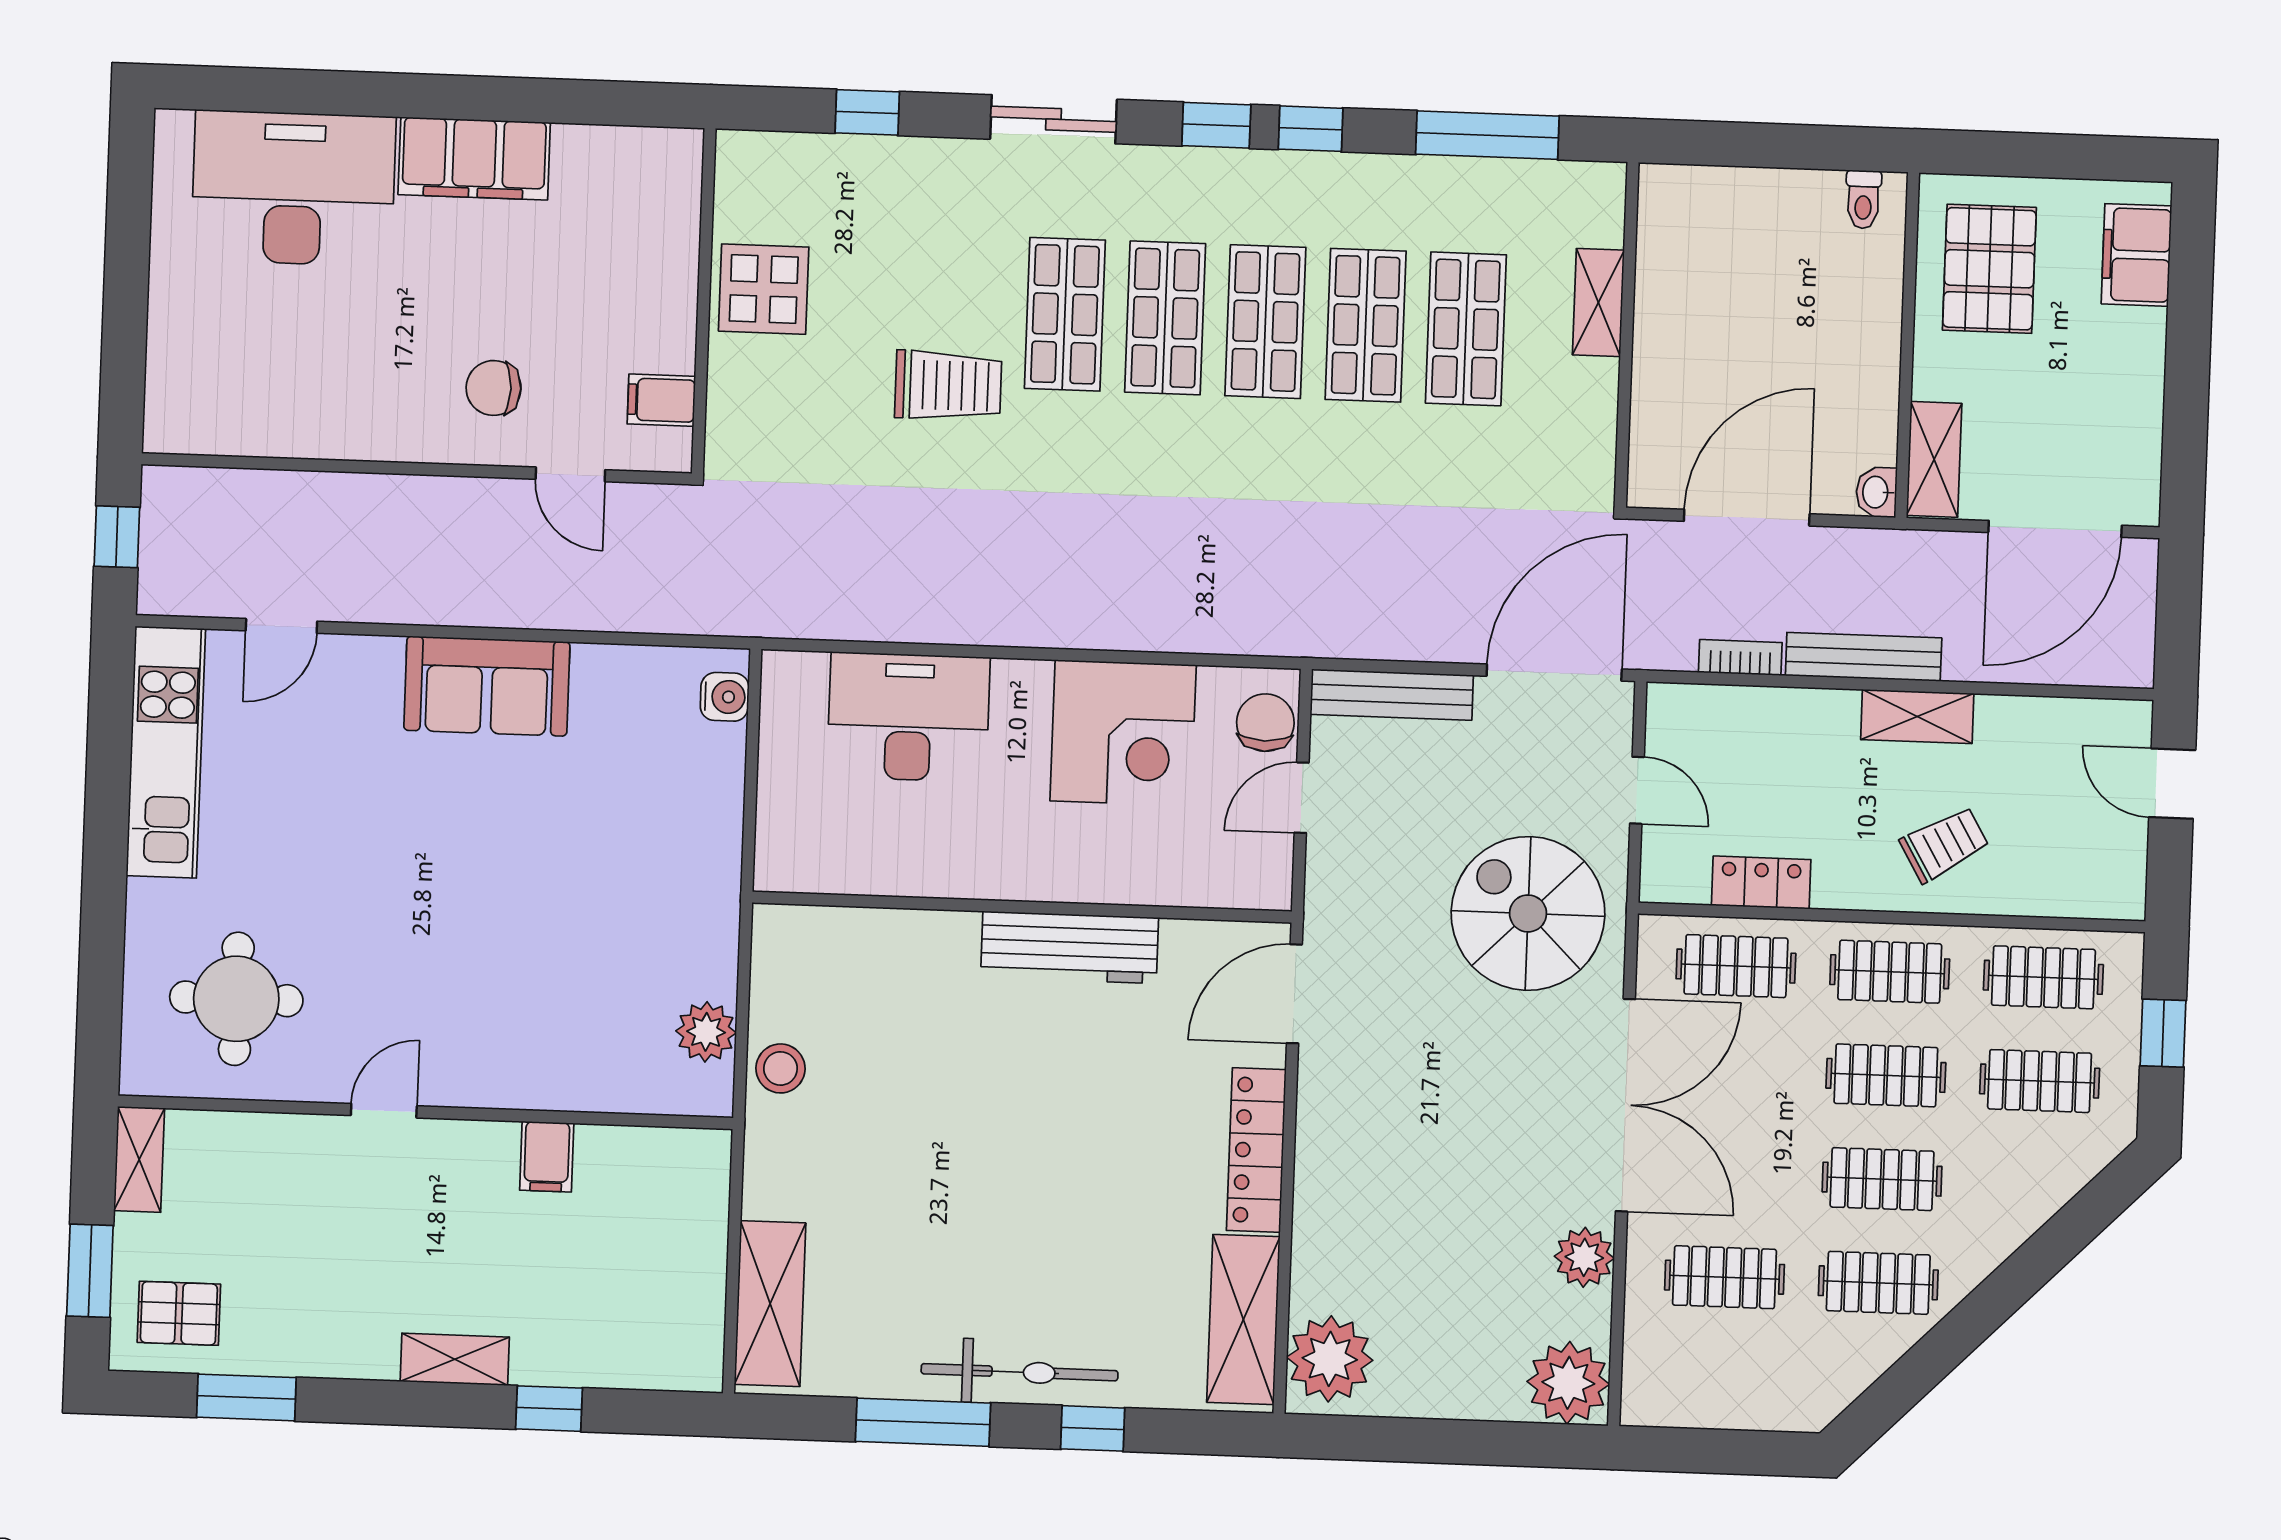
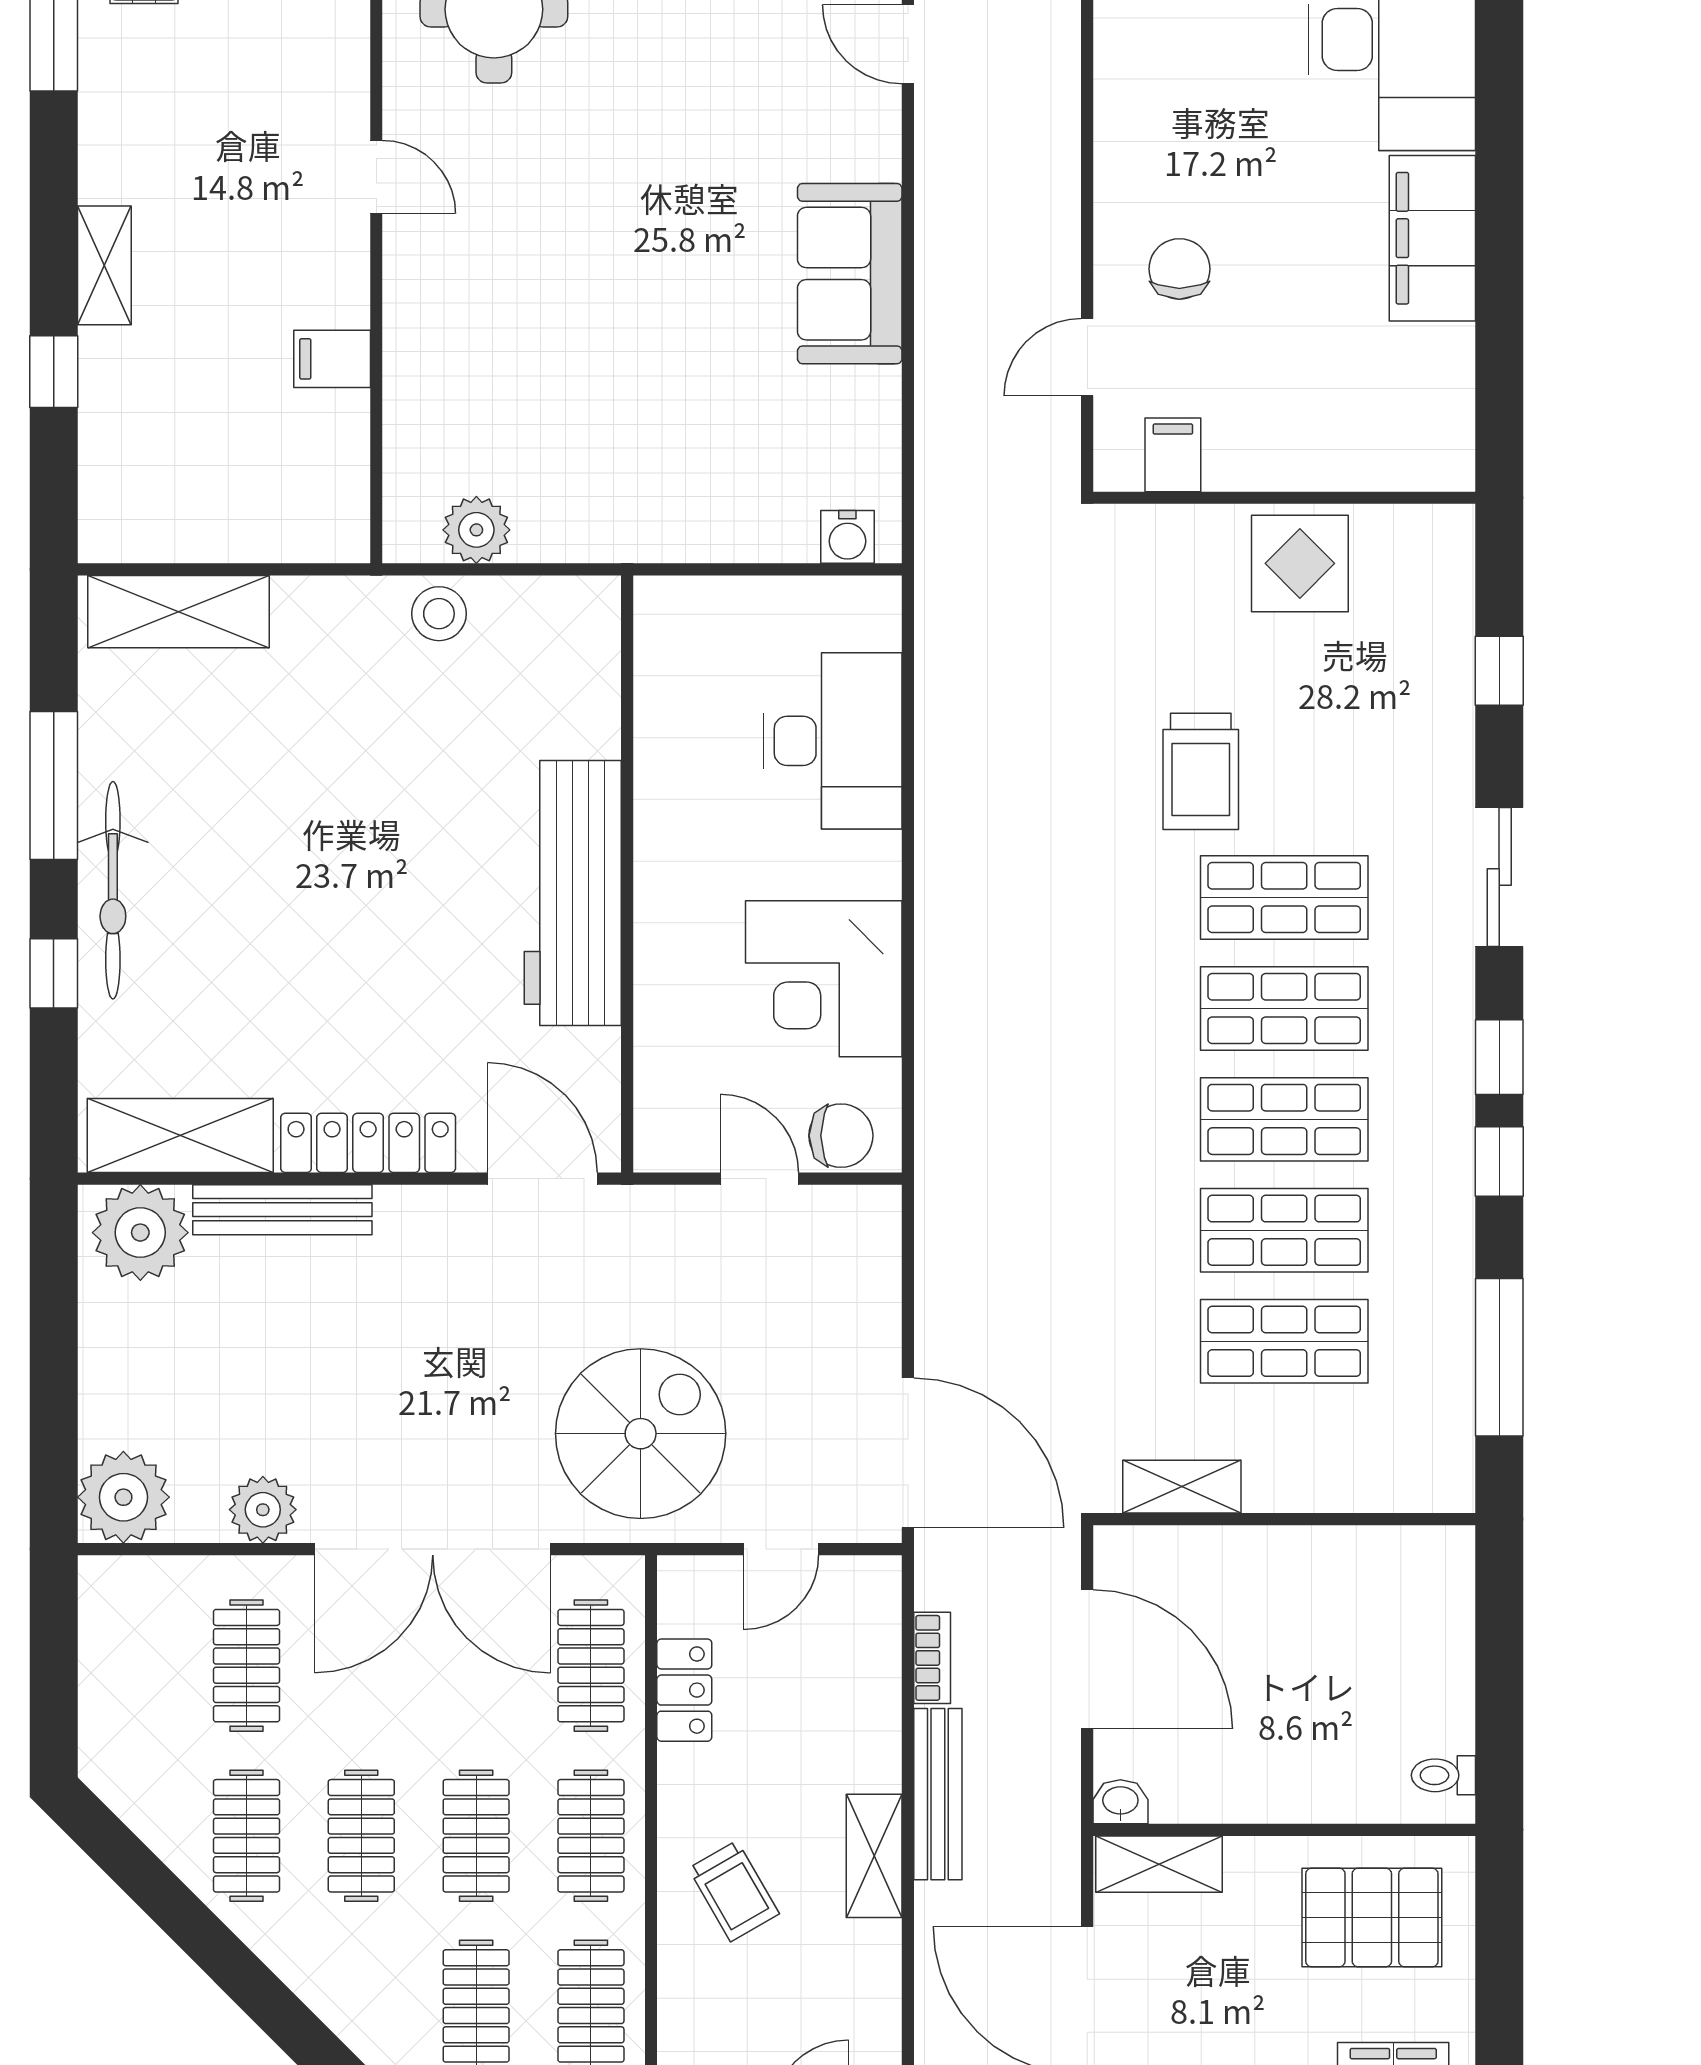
shelving: (1598, 303) -> (1182, 1487), moved
bench: (1392, 695) -> (282, 1210), moved, turned 90
workbench: (1070, 947) -> (573, 893), width x1.36, depth x1.32

